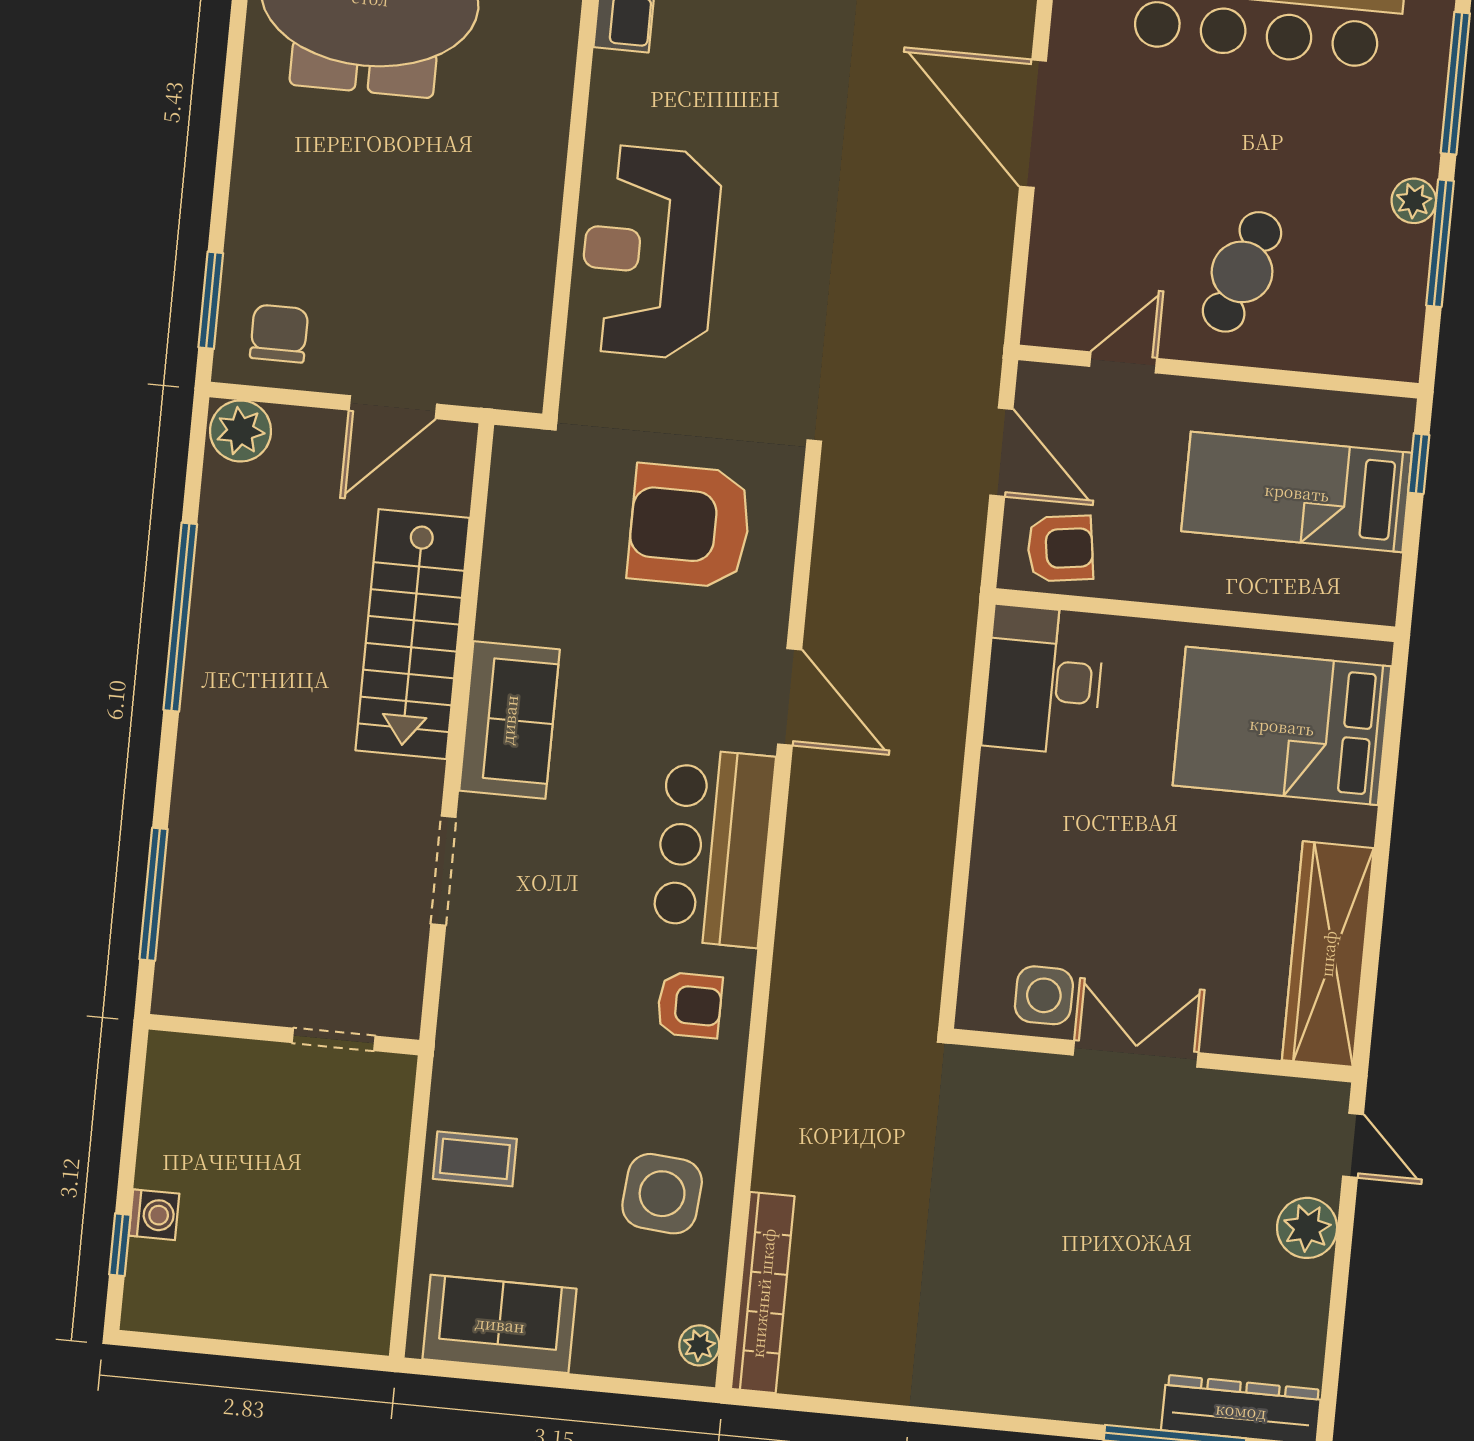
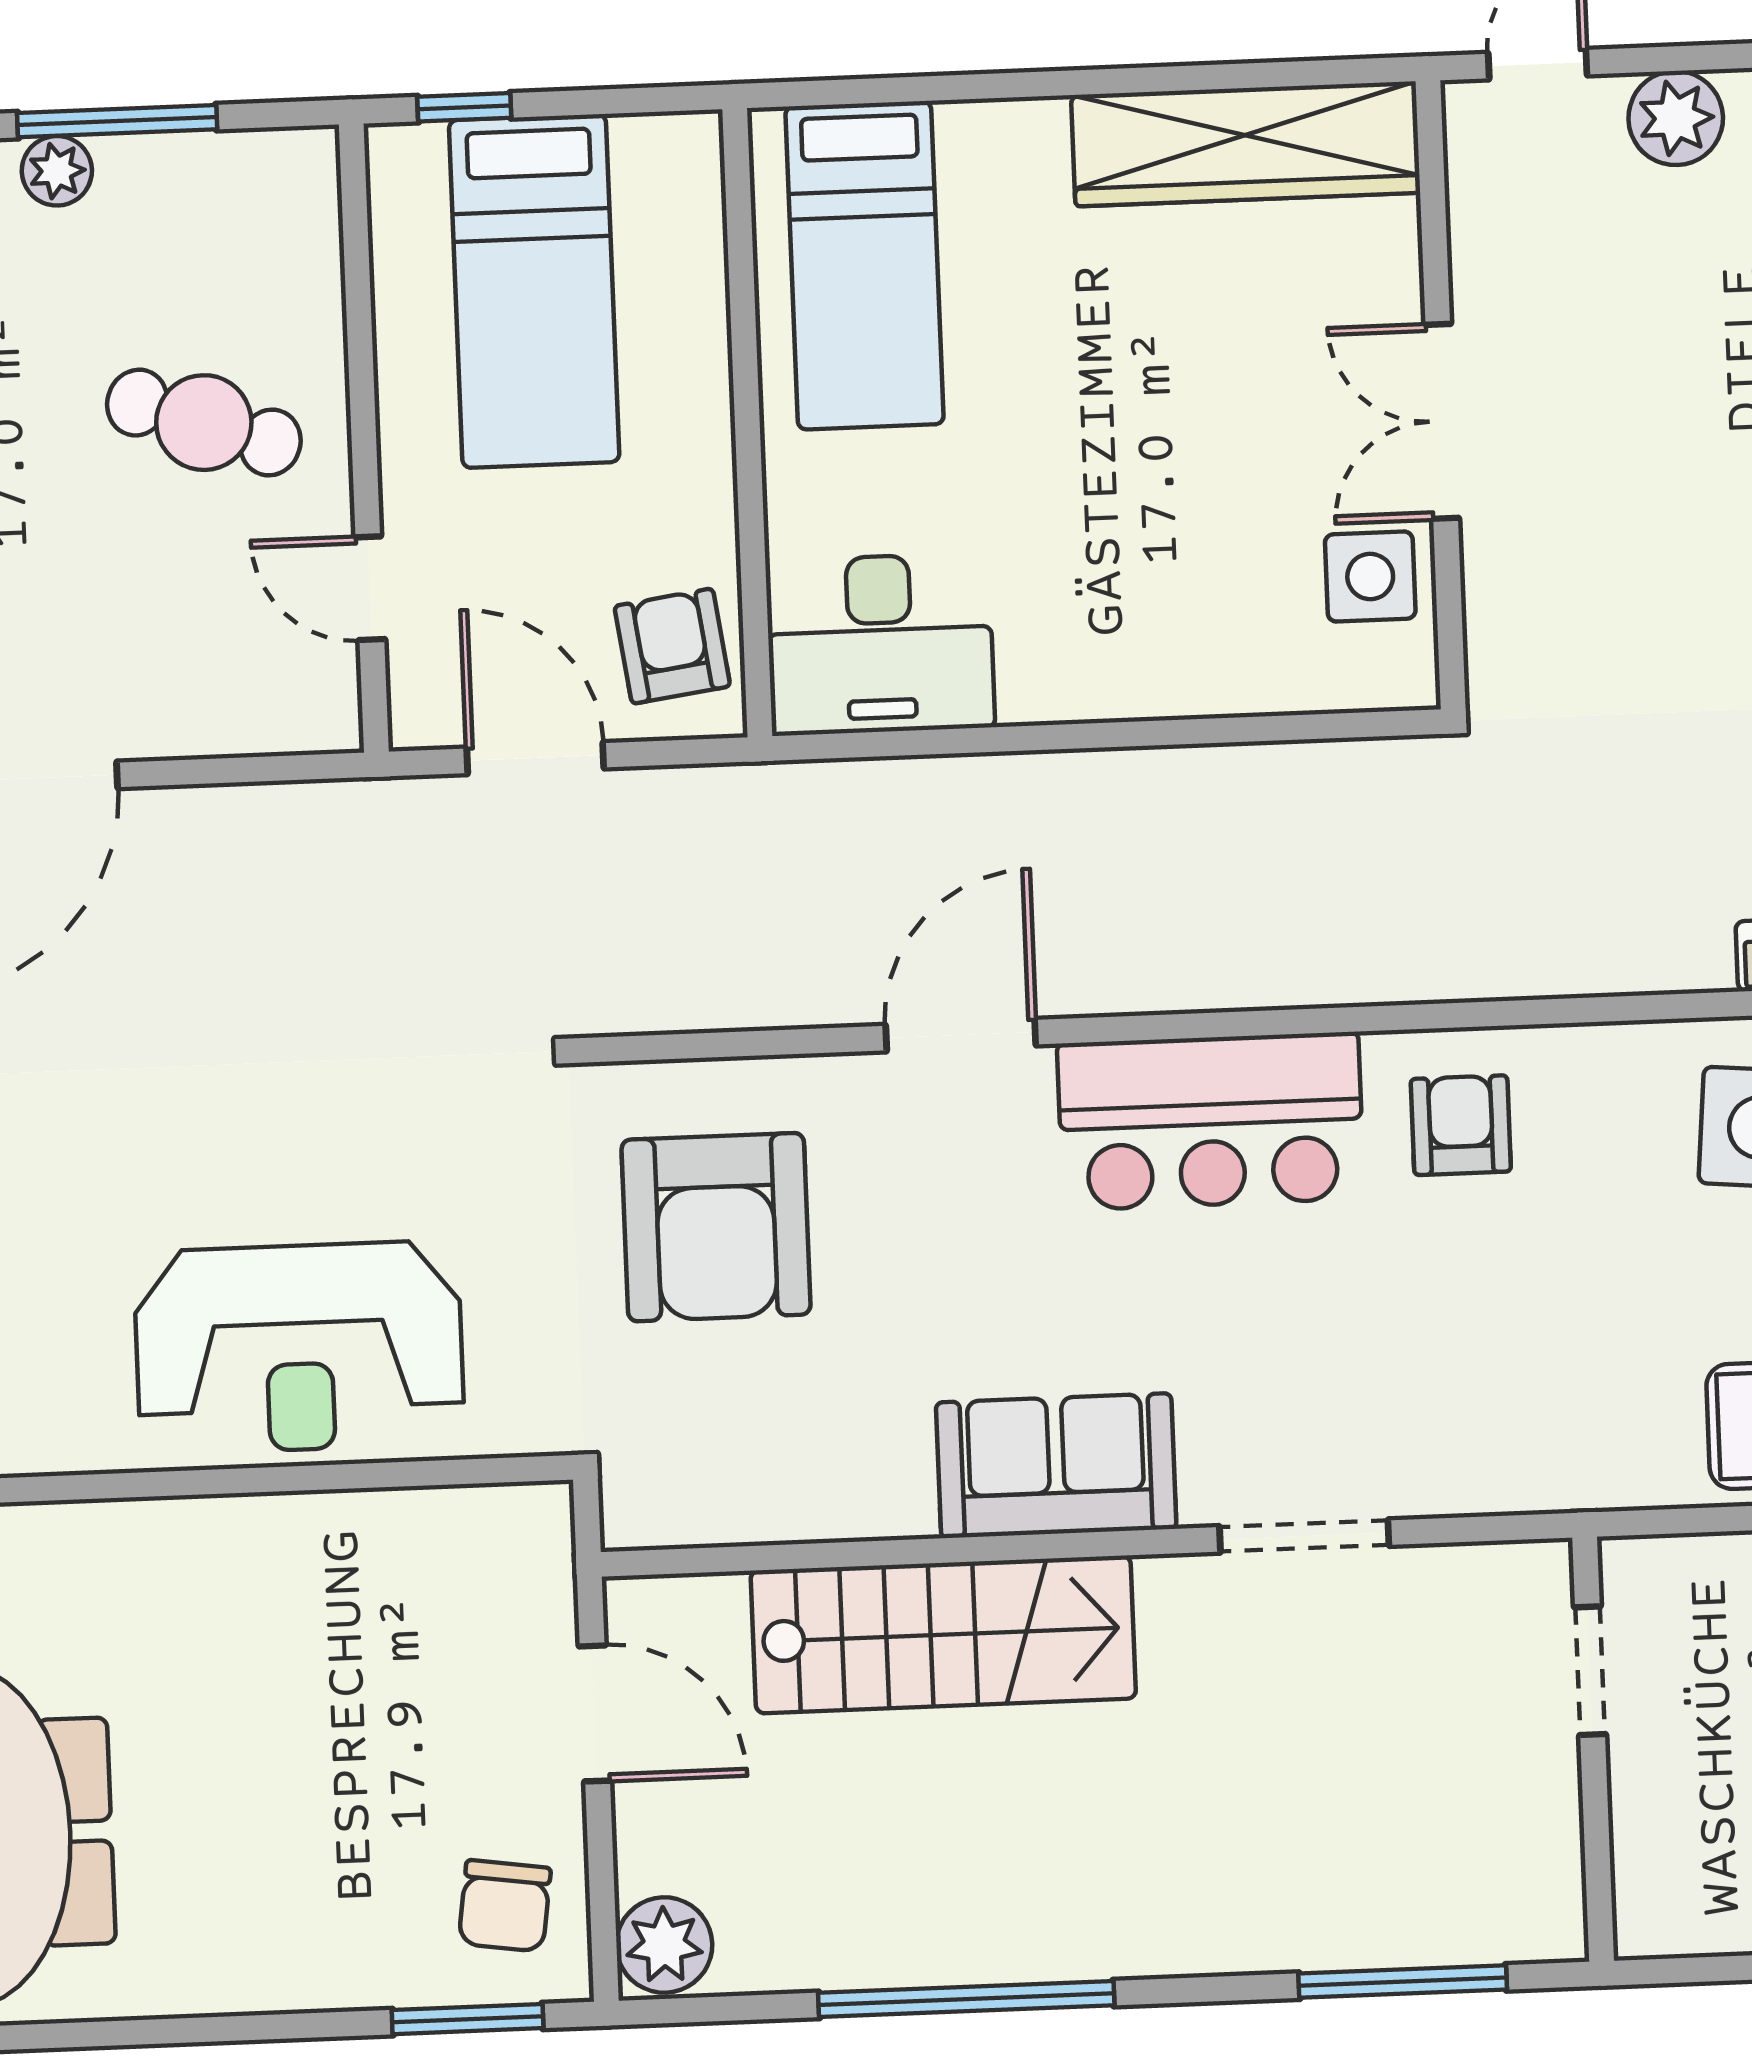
chair: (279, 334) -> (505, 1906), turned -82
door: (1001, 452) -> (535, 758), hinge flipped
bed: (1282, 726) -> (864, 265), width x0.67

